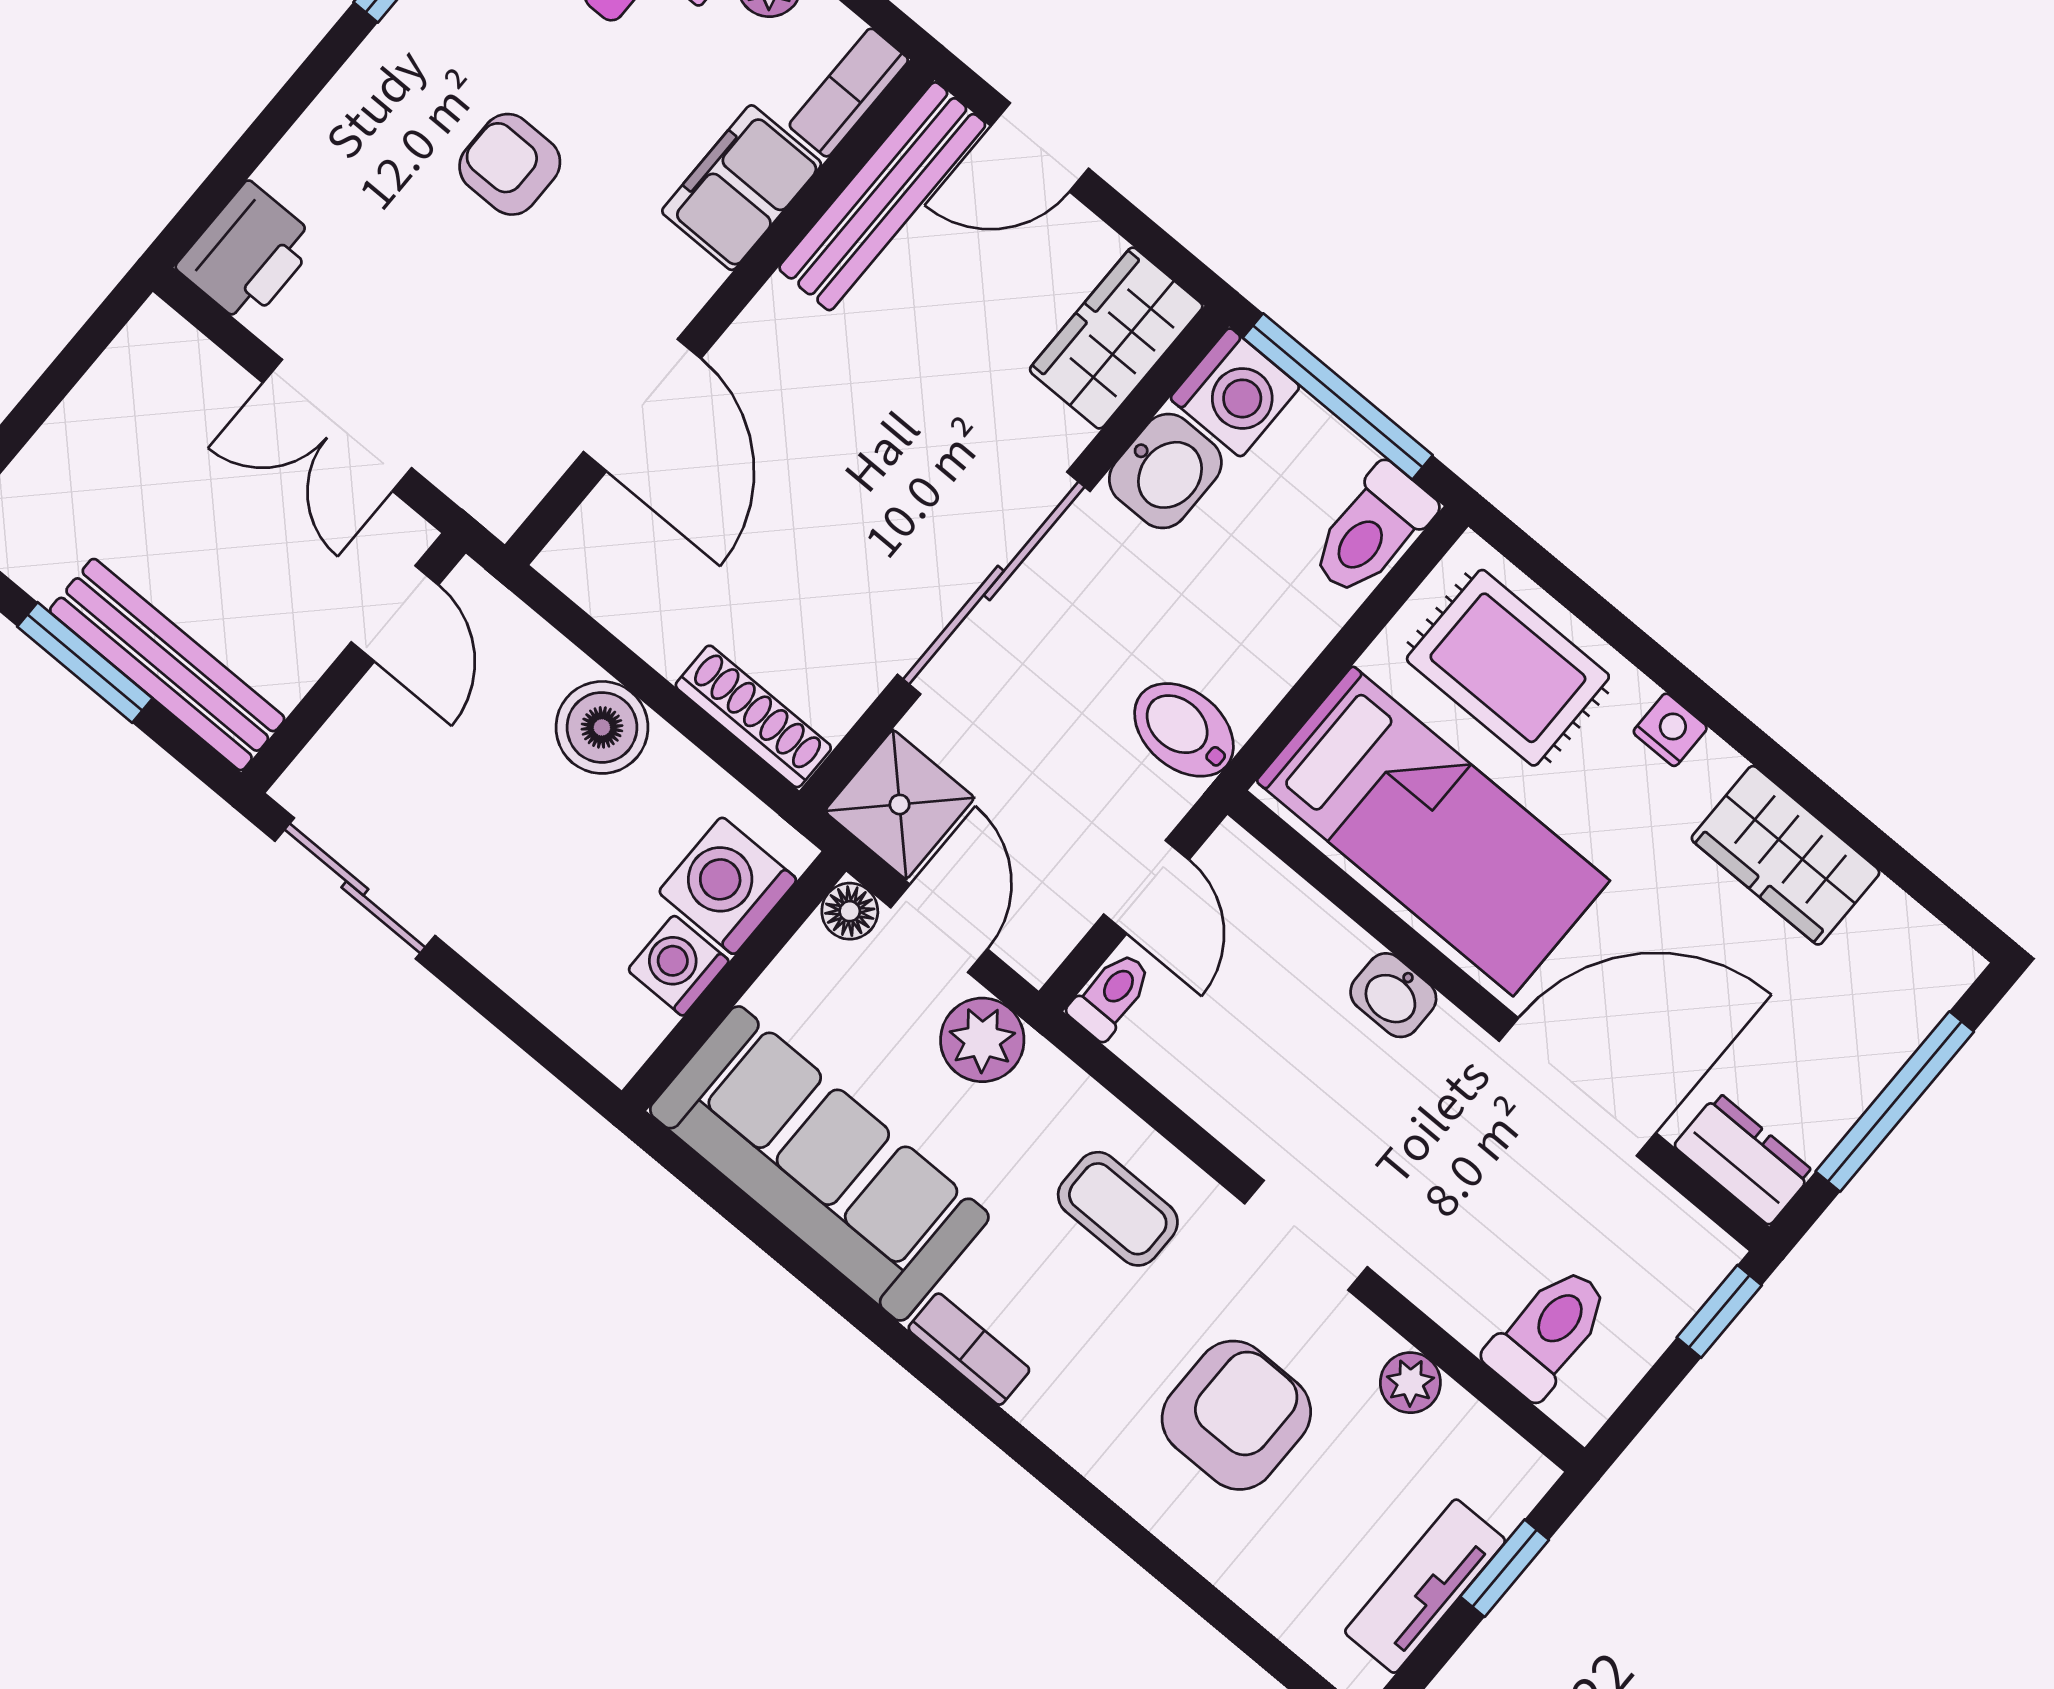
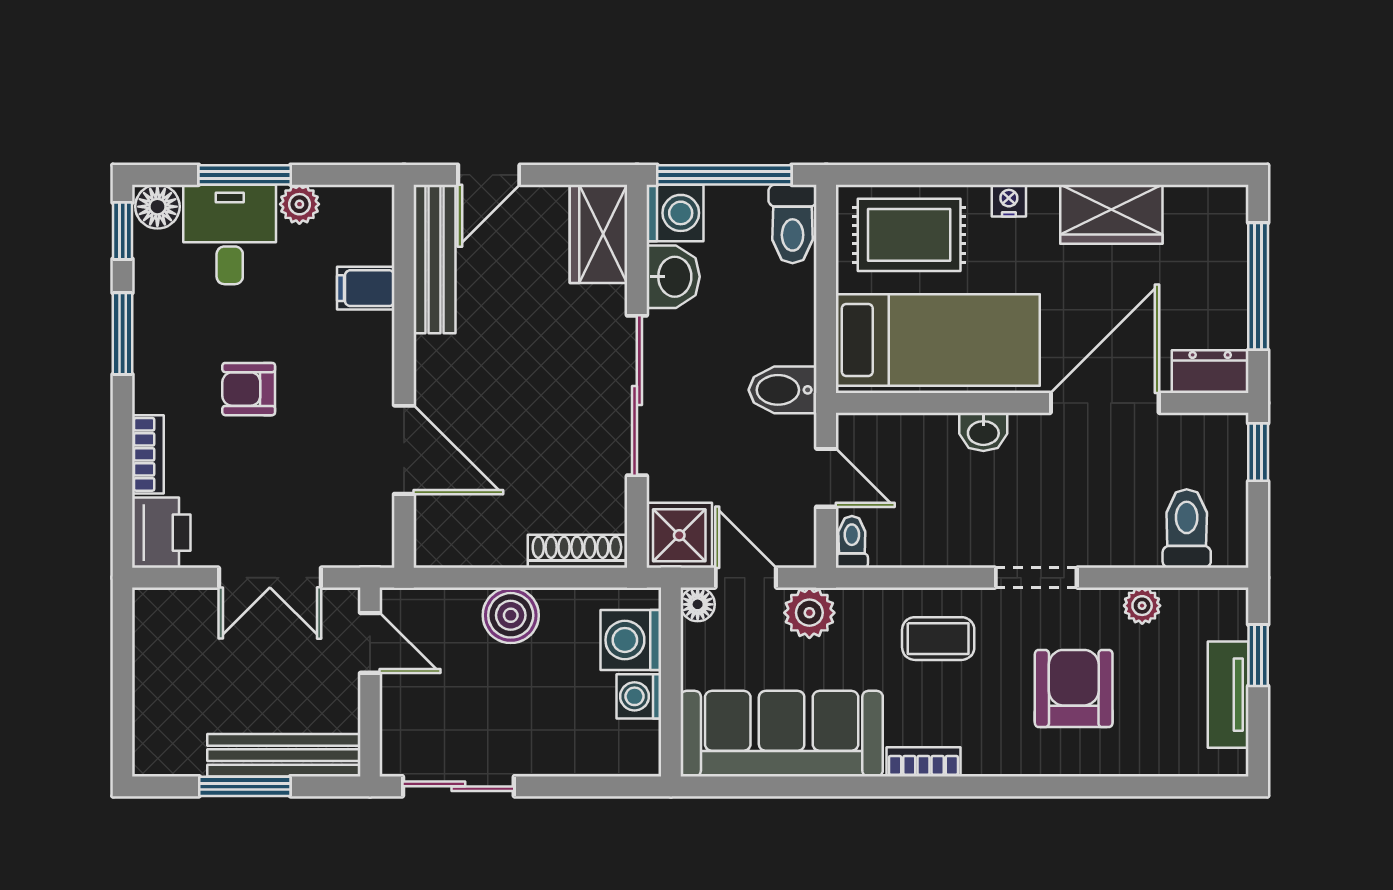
bookcase: (849, 93) -> (148, 454), moved, turned 180
filing cabinet: (742, 188) -> (366, 288), width x0.50

